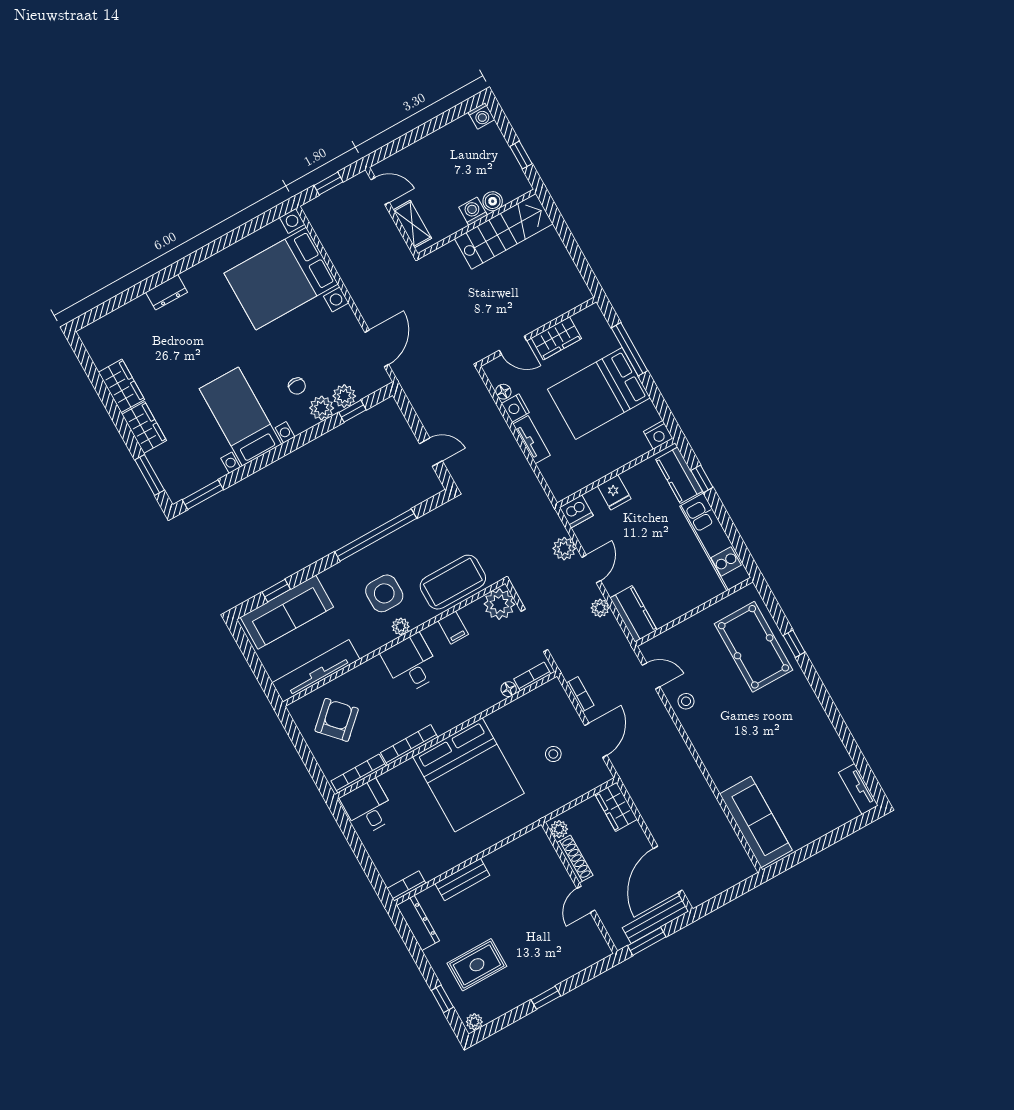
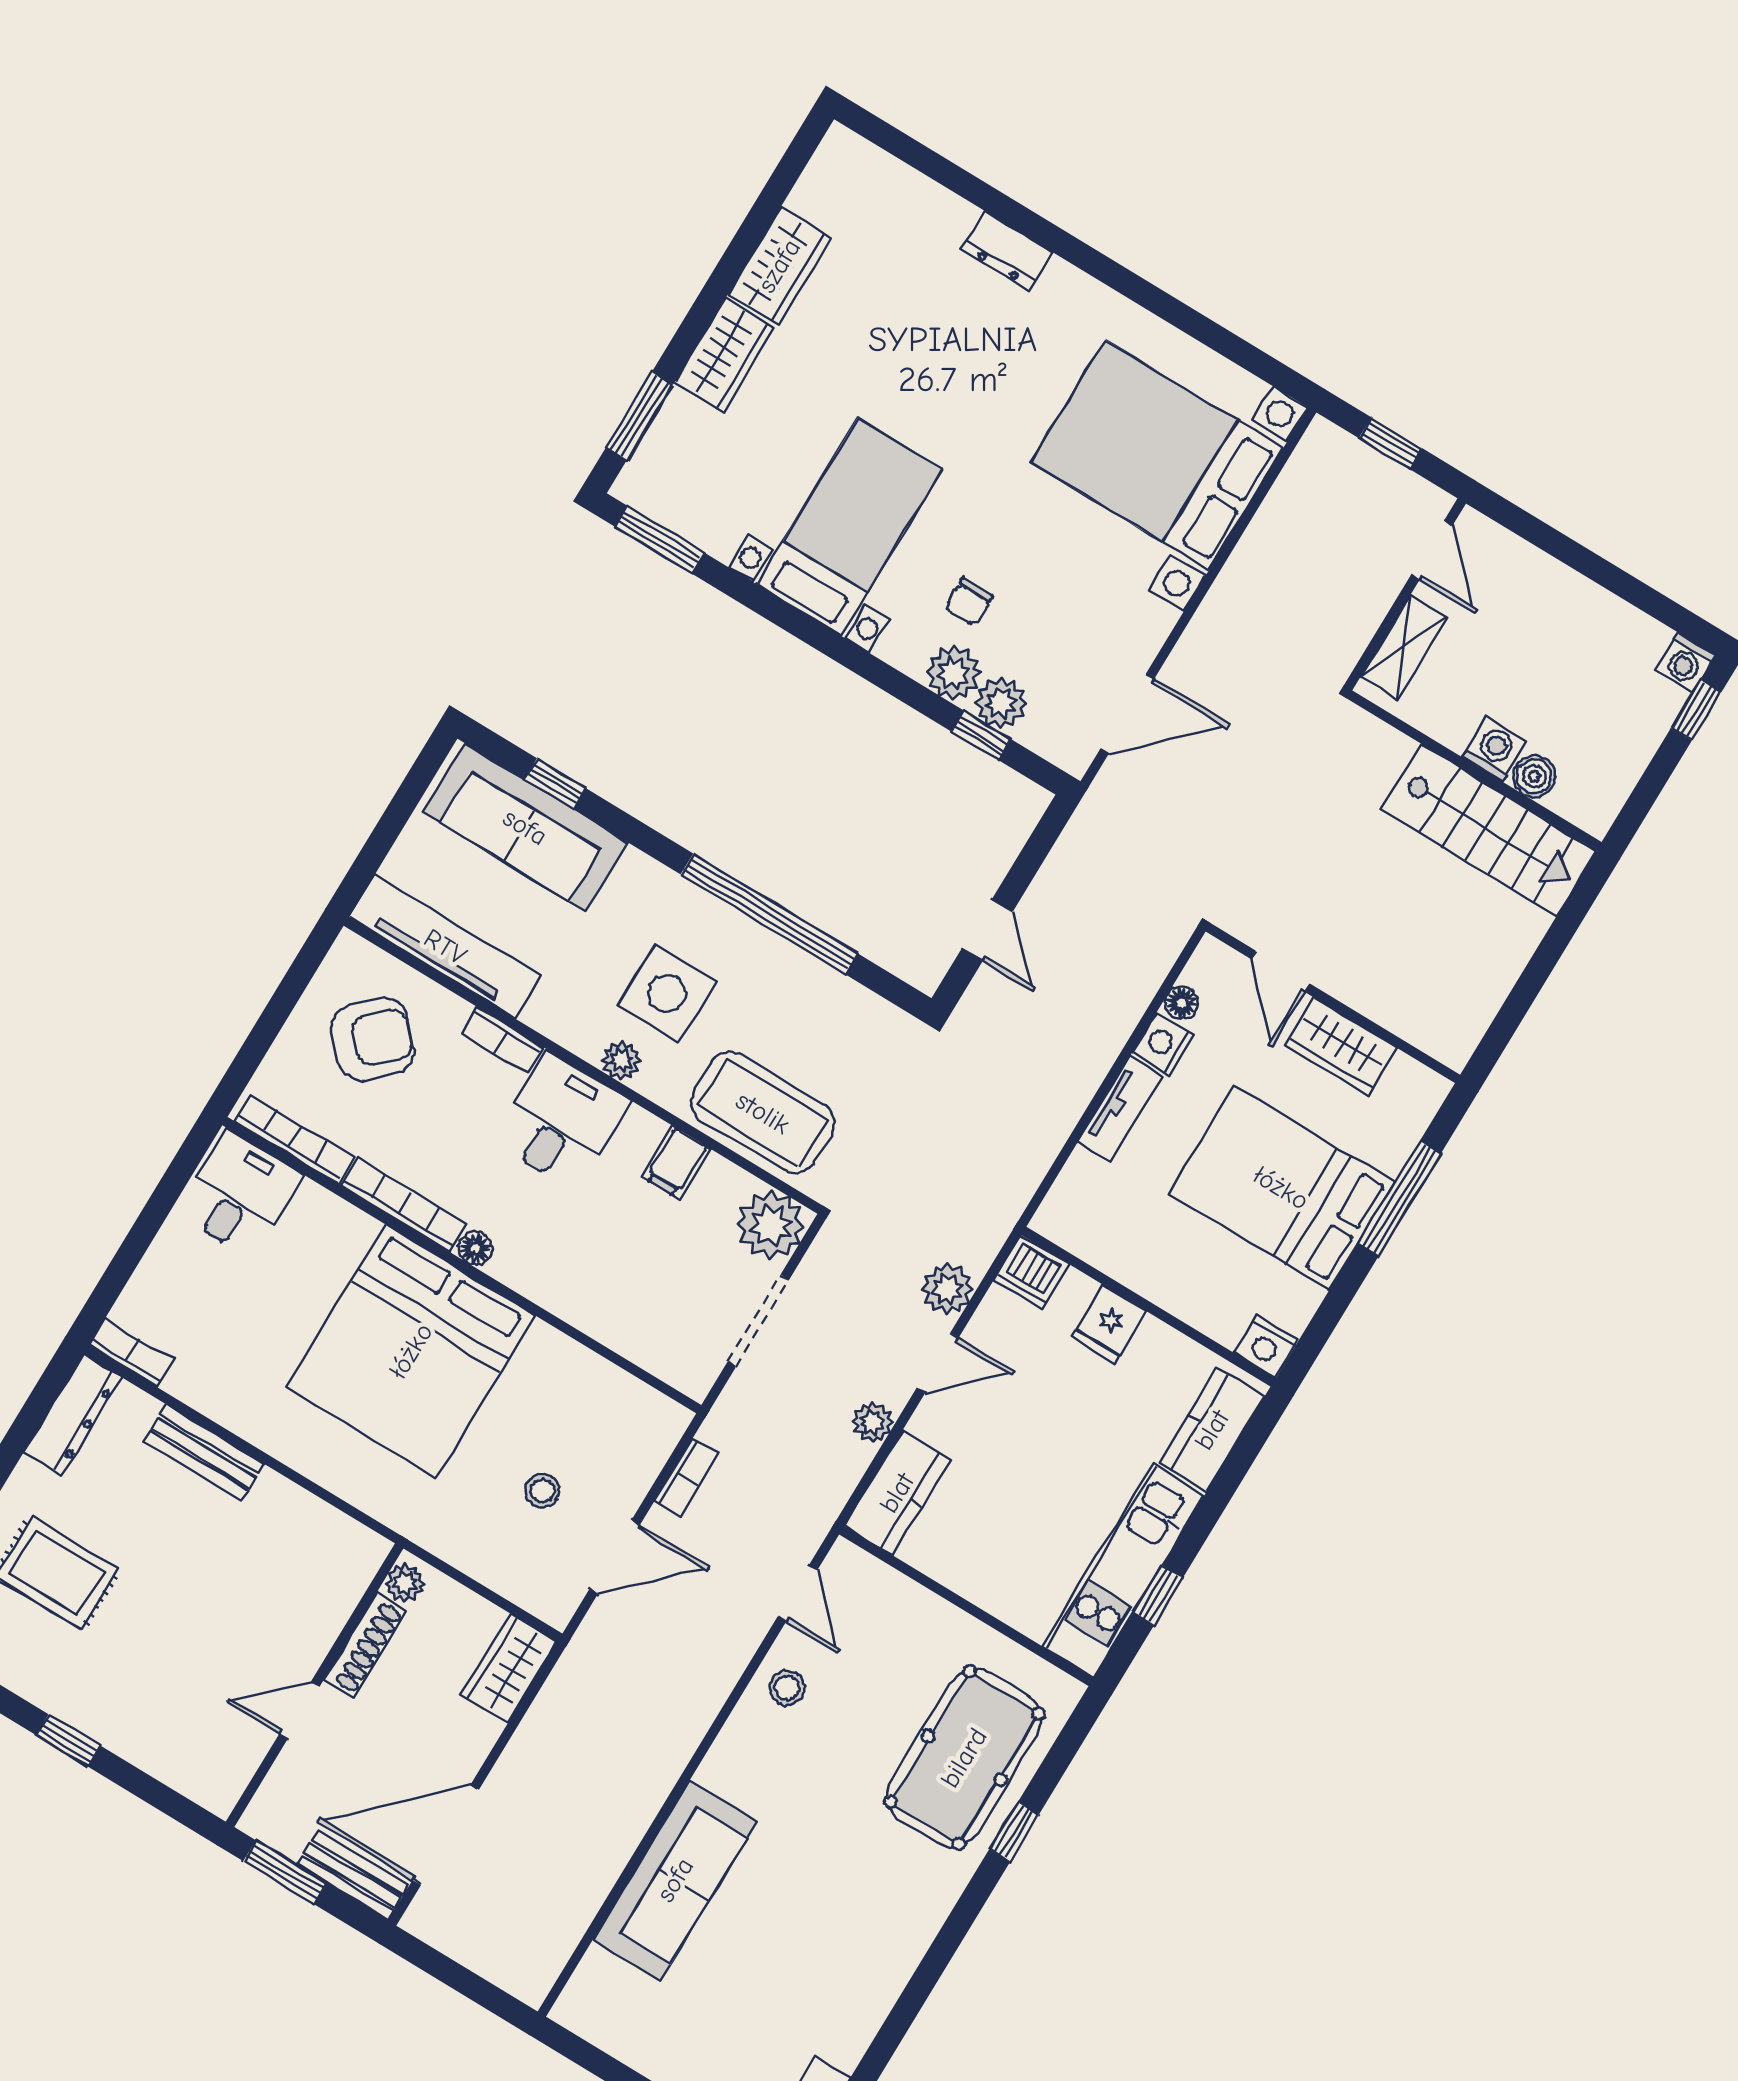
window: (521, 155) -> (1696, 710), moved
window: (702, 479) -> (1158, 1595), moved
bookcase: (532, 677) -> (502, 1040), moved, turned 180
floor lamp: (509, 689) -> (475, 1248), moved
sofa: (756, 822) -> (675, 1880), moved
bench: (655, 919) -> (353, 1875), width x0.73

